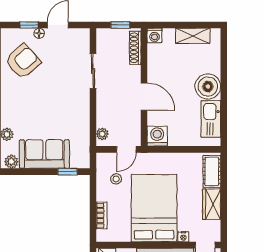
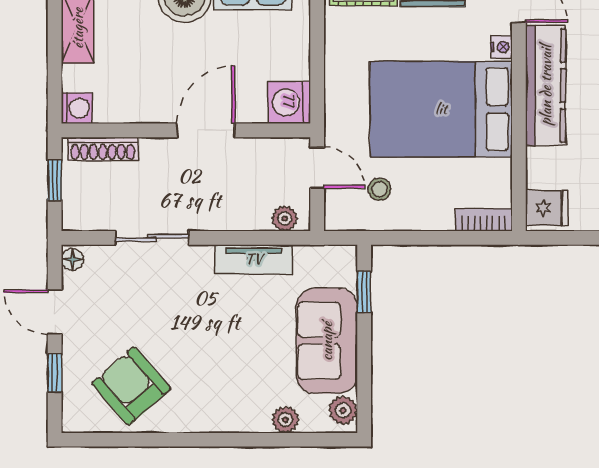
floor lamp: (39, 33) -> (72, 259), moved
tv unit: (83, 119) -> (254, 259), added
bookcase: (102, 215) -> (484, 220), moved

